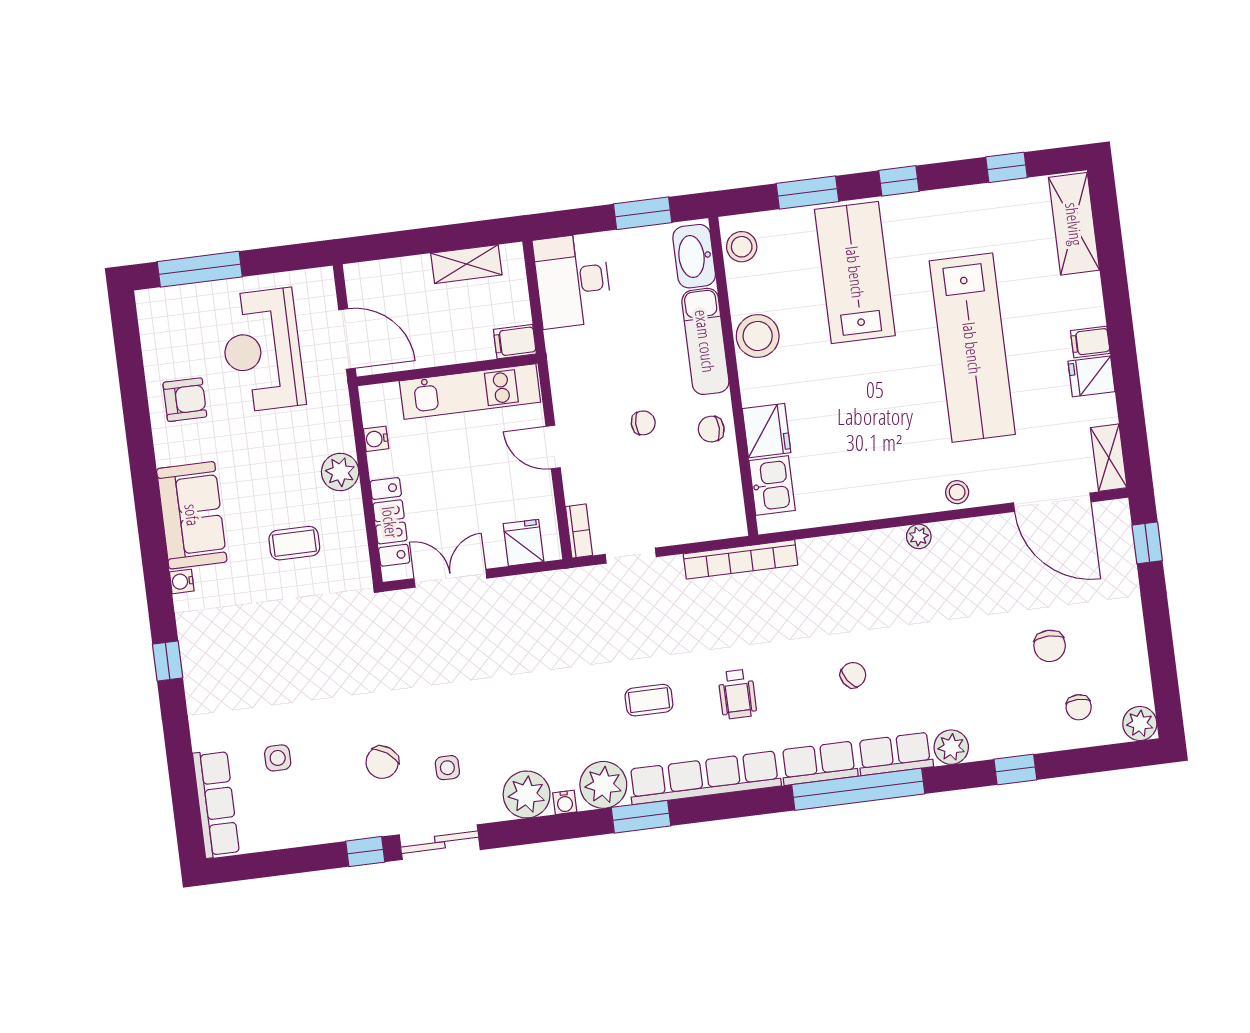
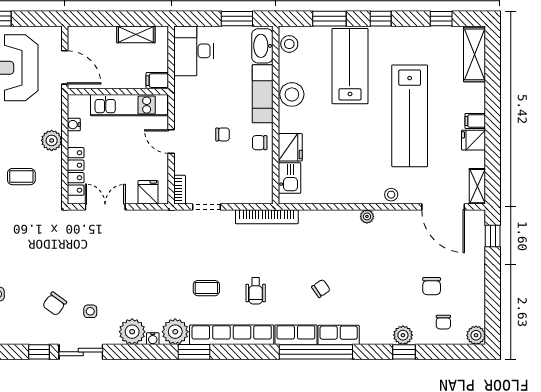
plant: (951, 747) -> (403, 335), moved

